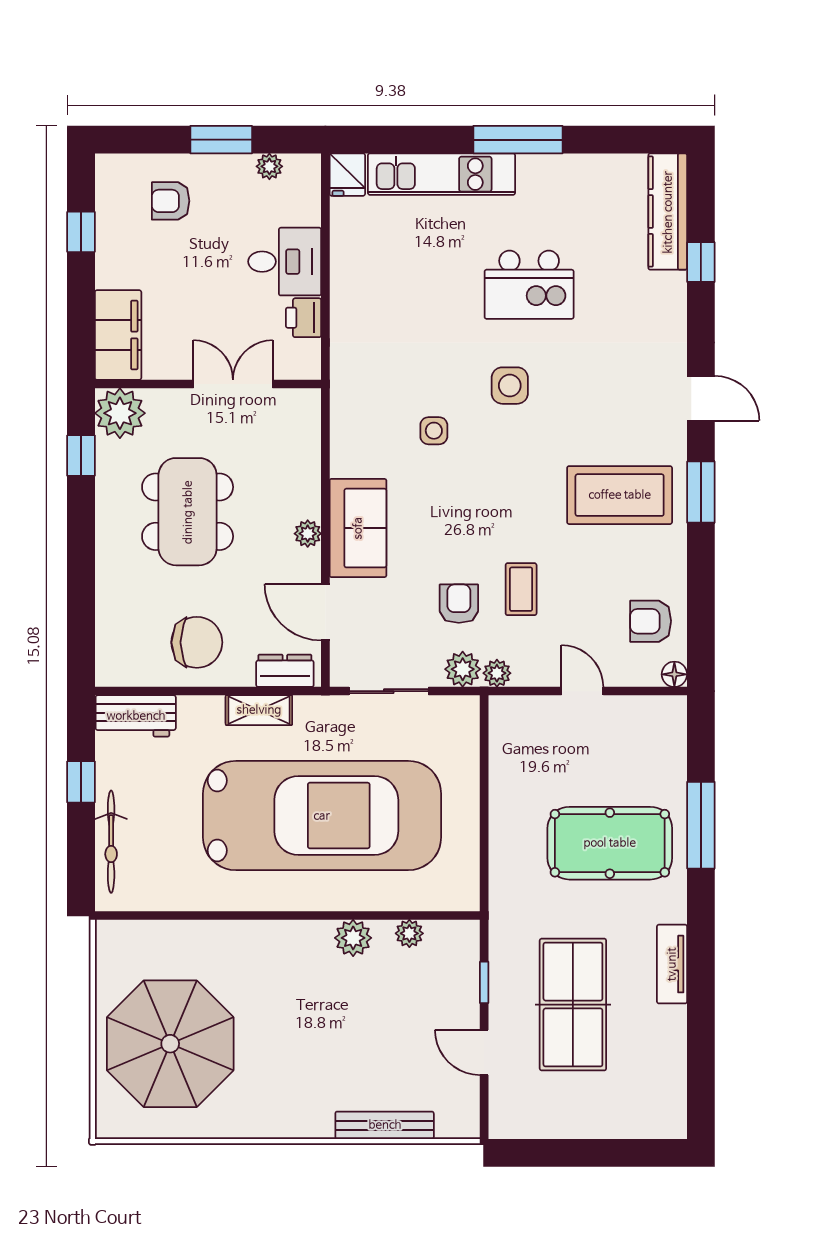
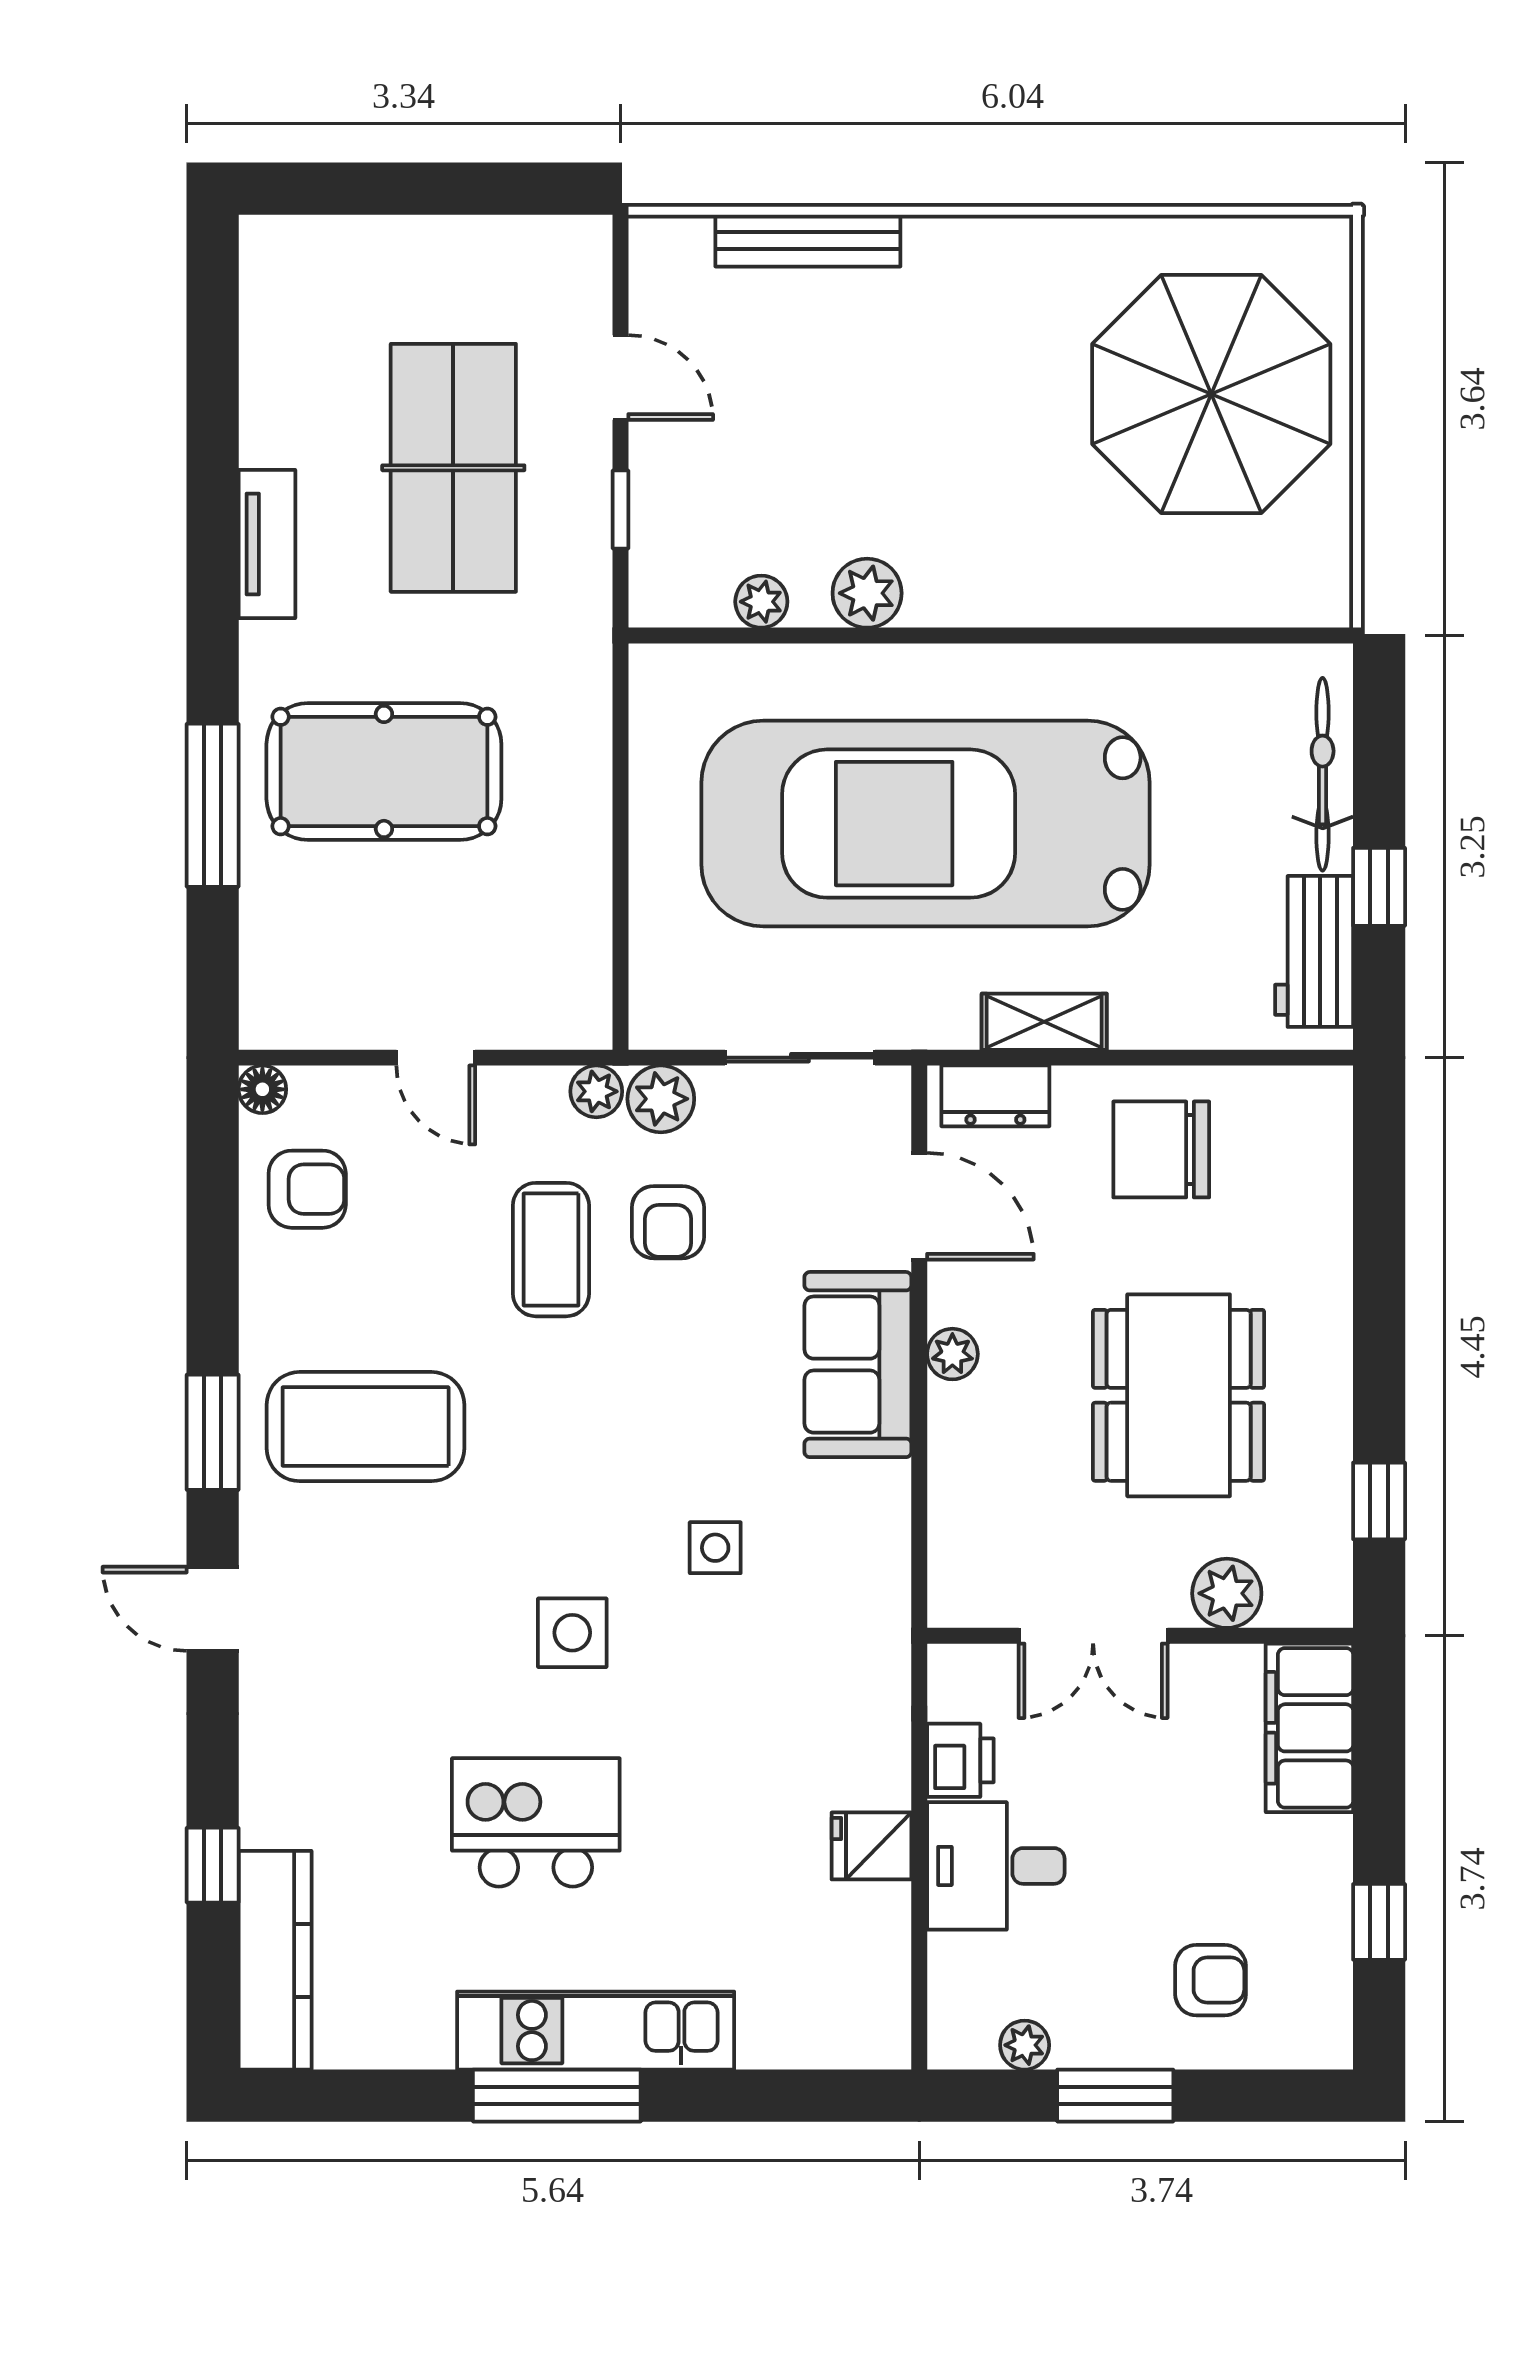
kitchen unit: (441, 174) -> (596, 2031), moved
fridge: (347, 175) -> (872, 1846), moved, turned -90
plant: (120, 413) -> (1227, 1593), moved, width x0.73, depth x0.73
coffee table: (521, 589) -> (551, 1250), width x1.36, depth x1.30
workbench: (136, 716) -> (1314, 951), moved, turned -90

